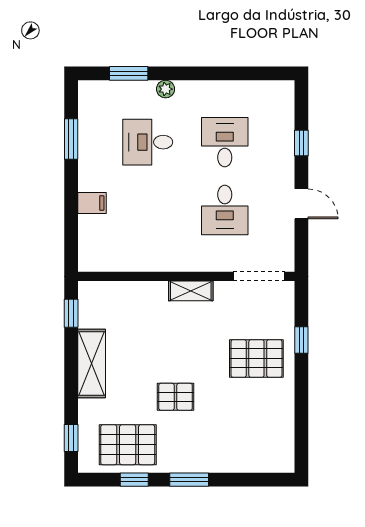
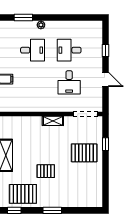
desk: (148, 142) -> (33, 50), turned 180
desk: (225, 142) -> (69, 50), turned -90
window: (134, 480) -> (14, 210), moved

